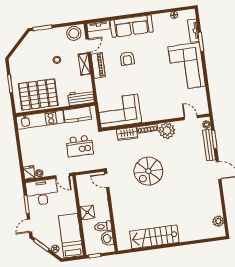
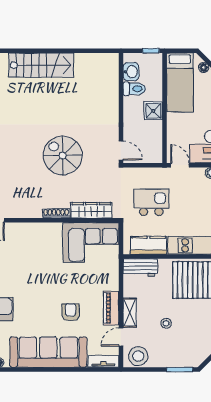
sofa: (132, 26) -> (48, 352), width x1.36, depth x1.27
plant: (167, 131) -> (30, 207), removed
wardrobe: (127, 134) -> (91, 210), width x1.50
spiral stairs: (148, 171) -> (63, 155), turned -90
stairs: (154, 237) -> (41, 65), moved

